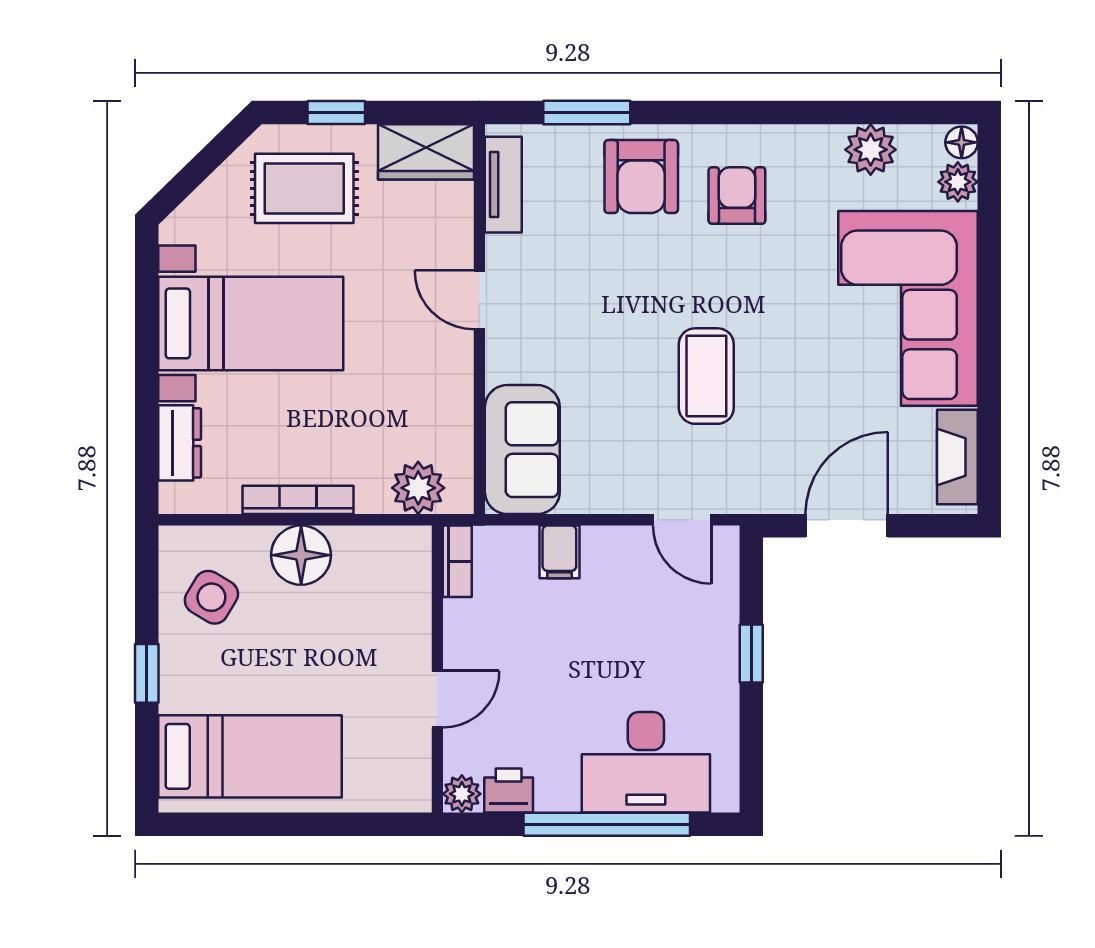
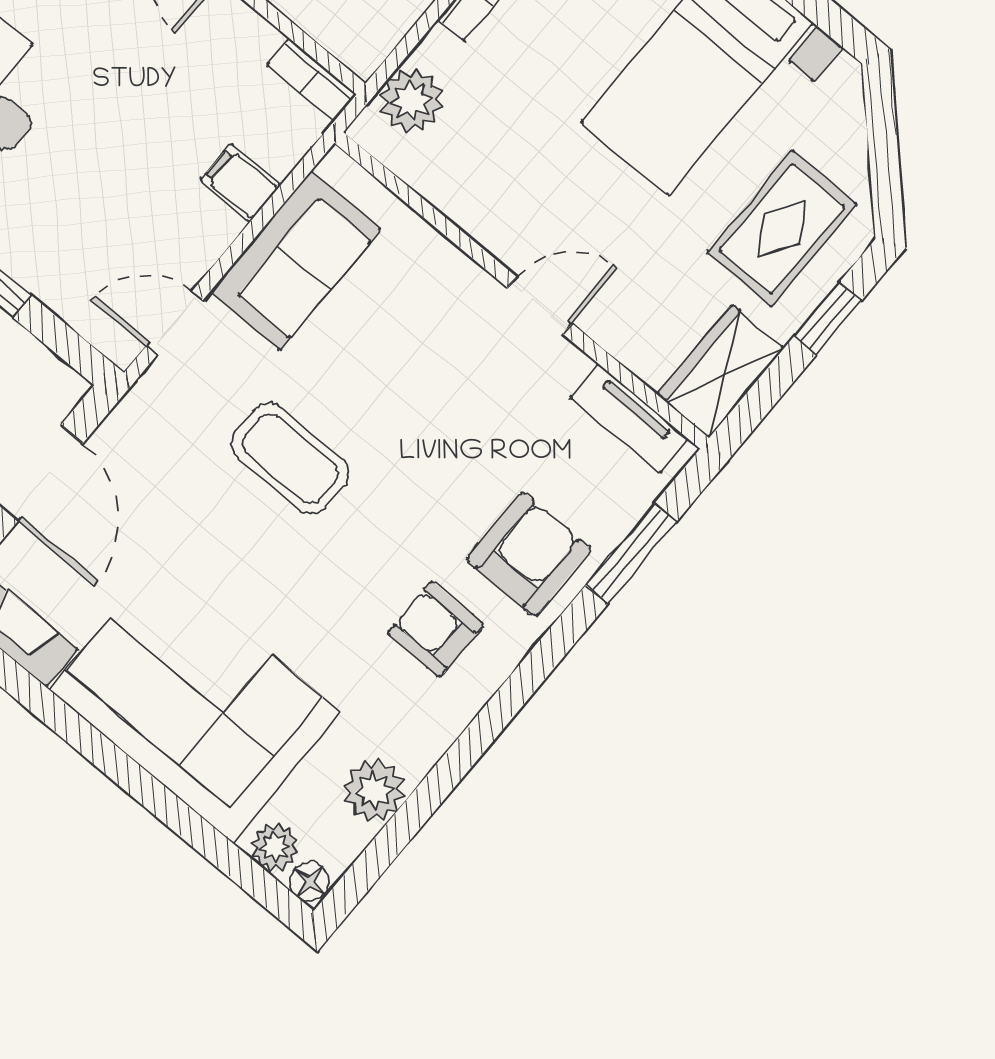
armchair: (641, 177) -> (529, 554), turned 90
armchair: (737, 195) -> (436, 629), turned 180
sofa: (522, 450) -> (295, 261), moved, turned -90

